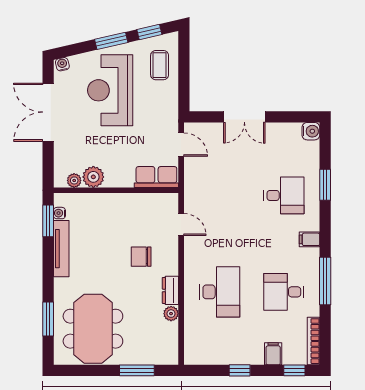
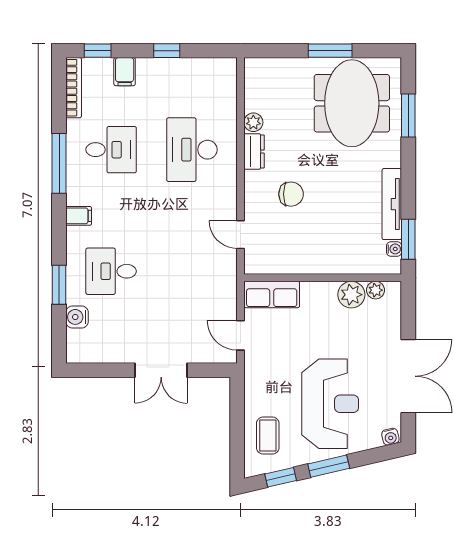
double door: (244, 117) -> (161, 370), swing flipped
water cooler: (311, 131) -> (77, 317), moved
window: (137, 370) -> (330, 51), moved

